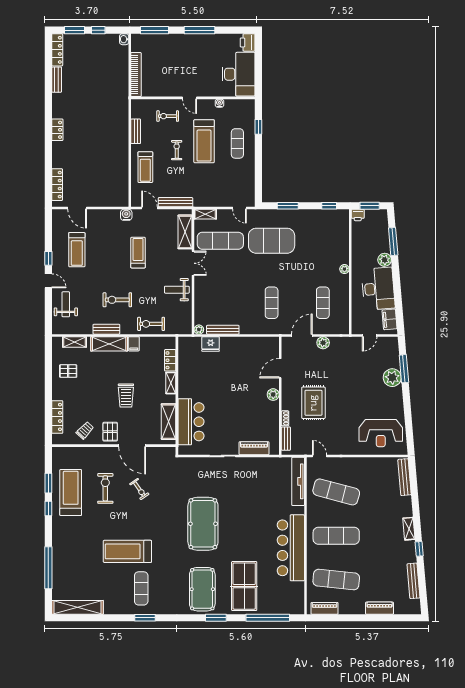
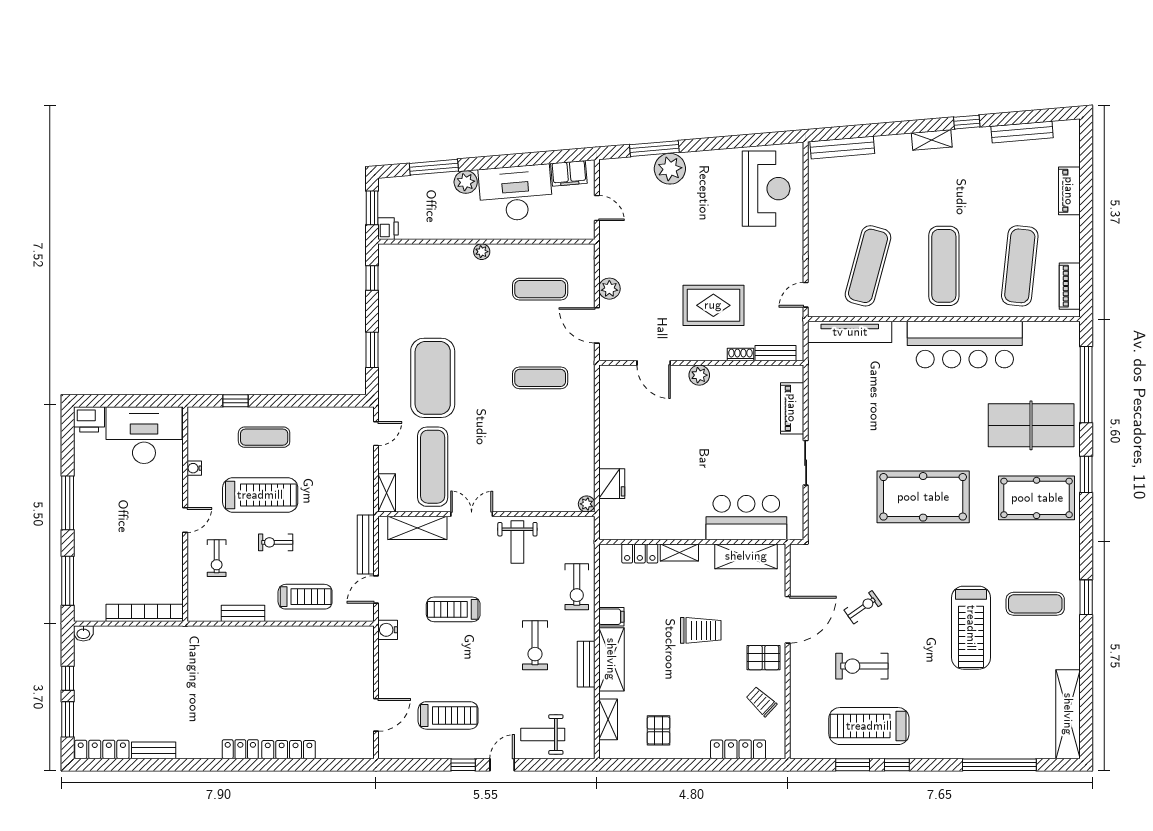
locker: (57, 185) -> (289, 750), moved
bench: (223, 330) -> (587, 462), removed

